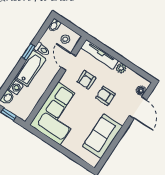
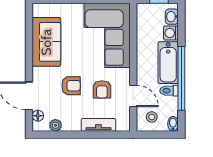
window: (28, 52) -> (181, 78), width x3.17
tv unit: (100, 54) -> (98, 125), width x0.71
plant: (121, 68) -> (55, 125), moved
armchair: (86, 80) -> (102, 89), turned 180

